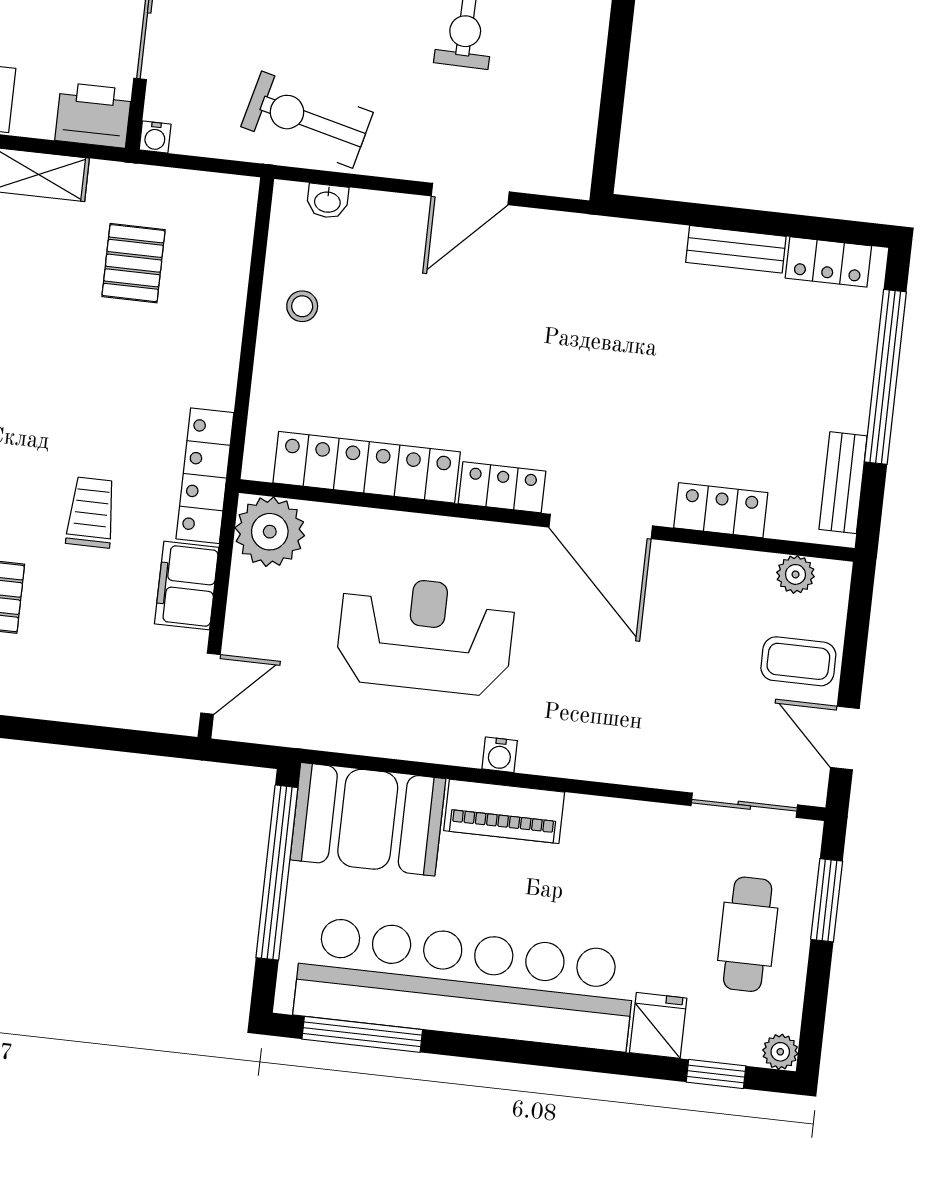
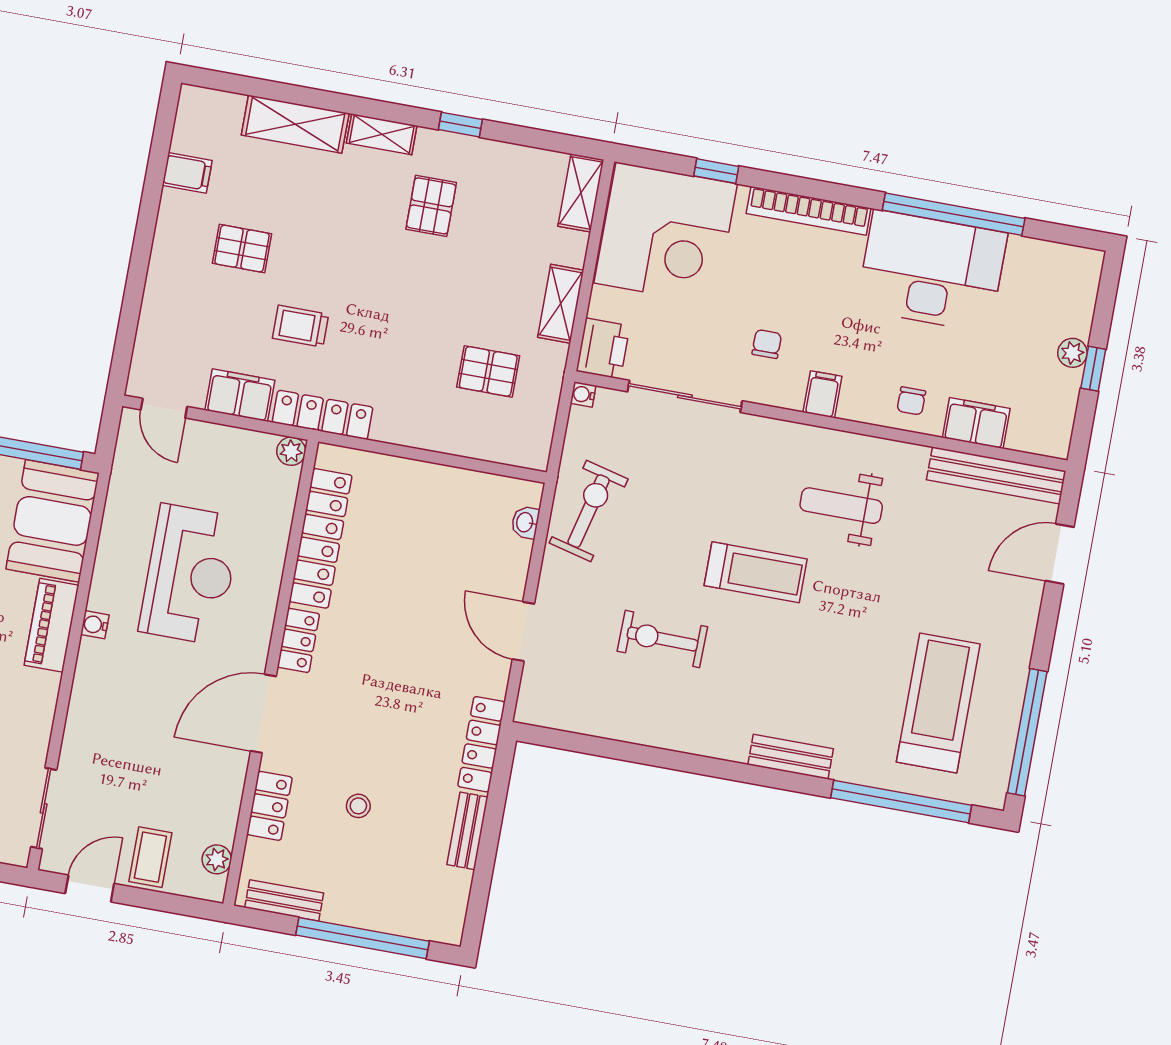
locker: (828, 262) -> (481, 744), moved, width x1.53
stool: (302, 306) -> (358, 806), moved
trolley: (91, 512) -> (301, 326), turned 180
plant: (270, 532) -> (291, 451), width x0.53, depth x0.53

